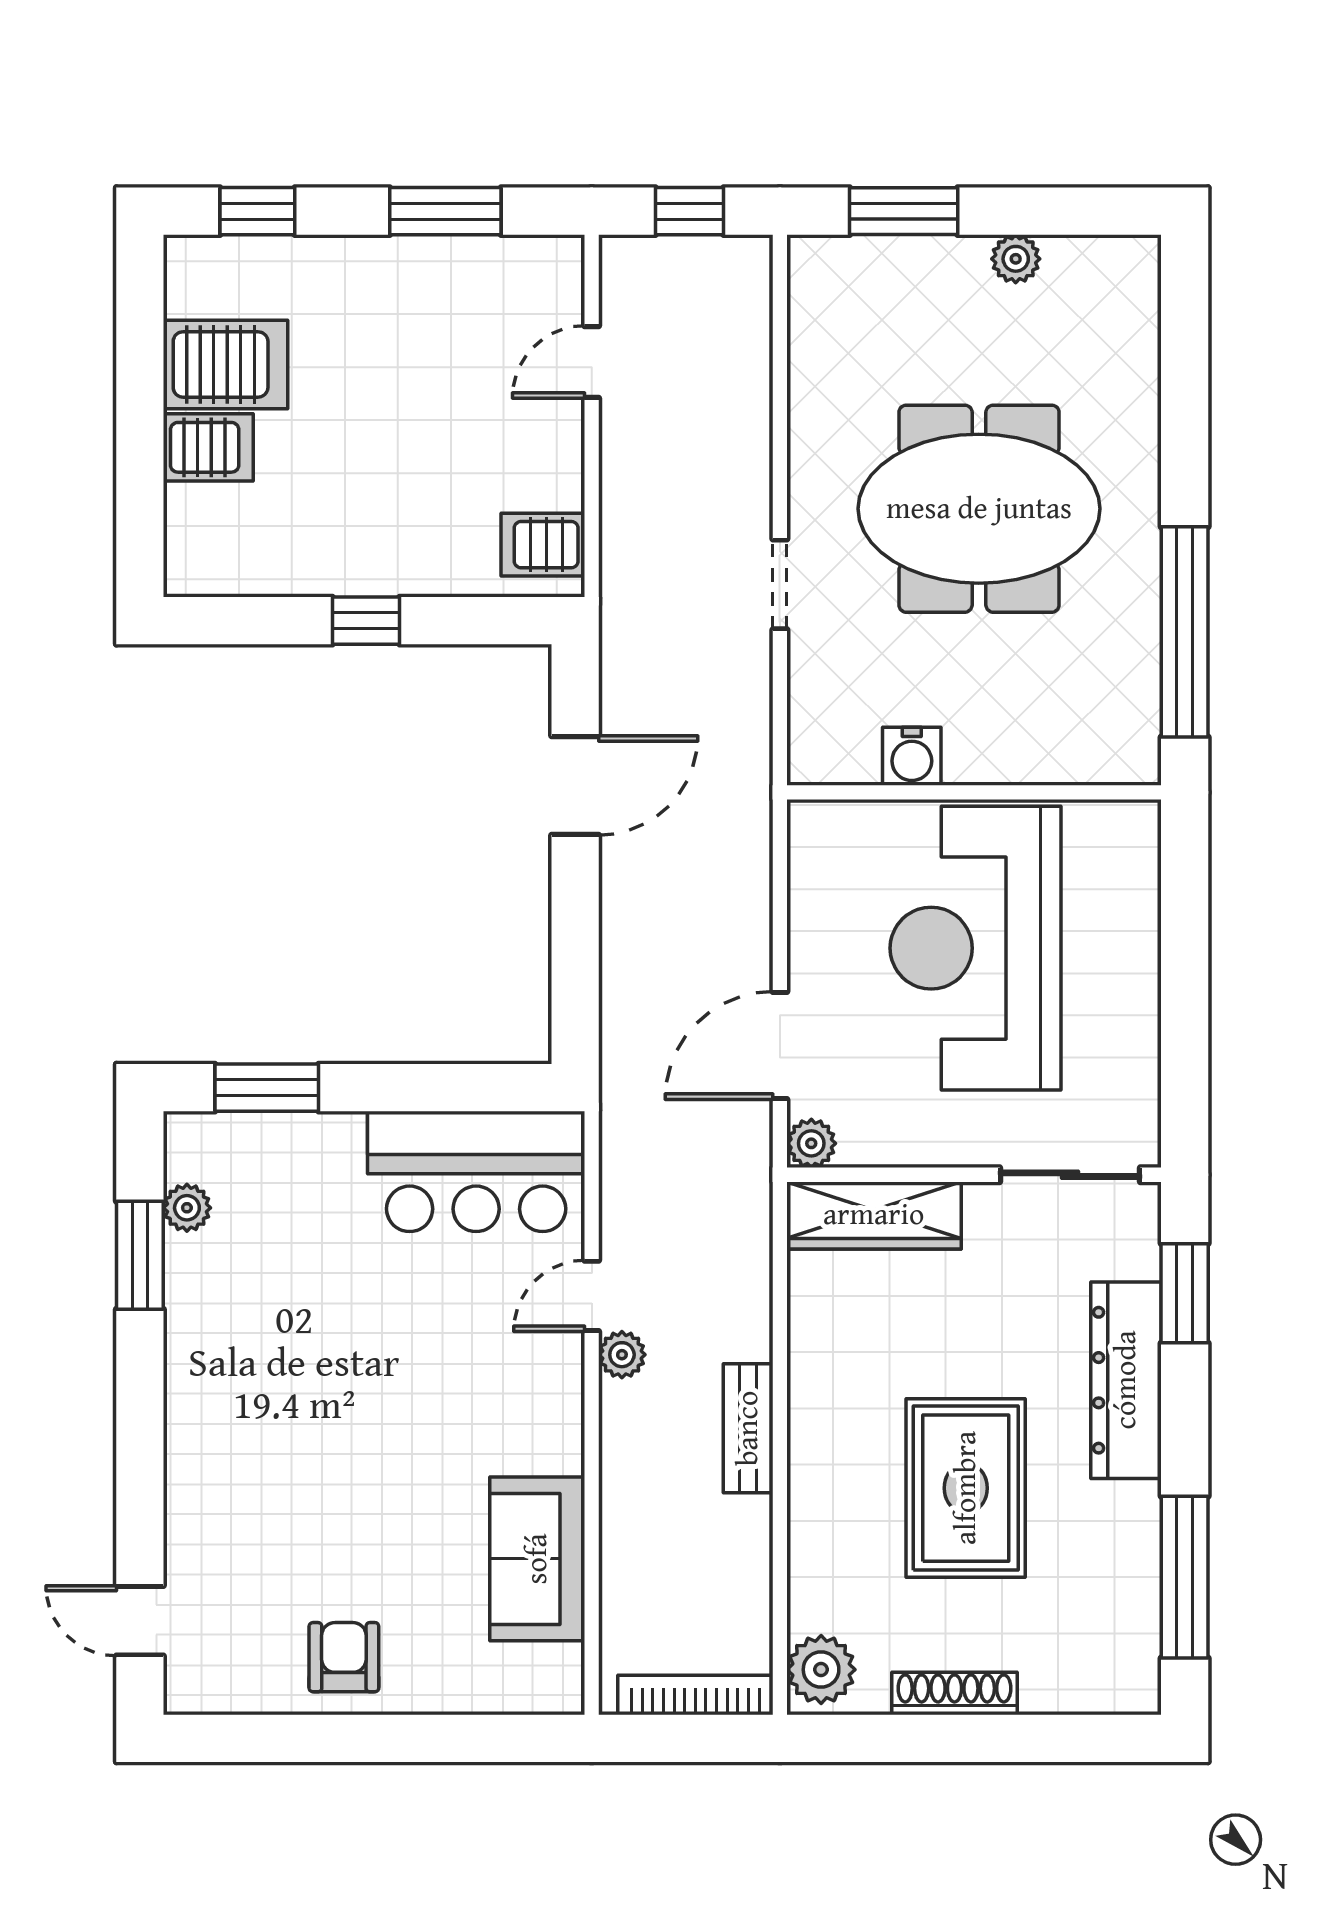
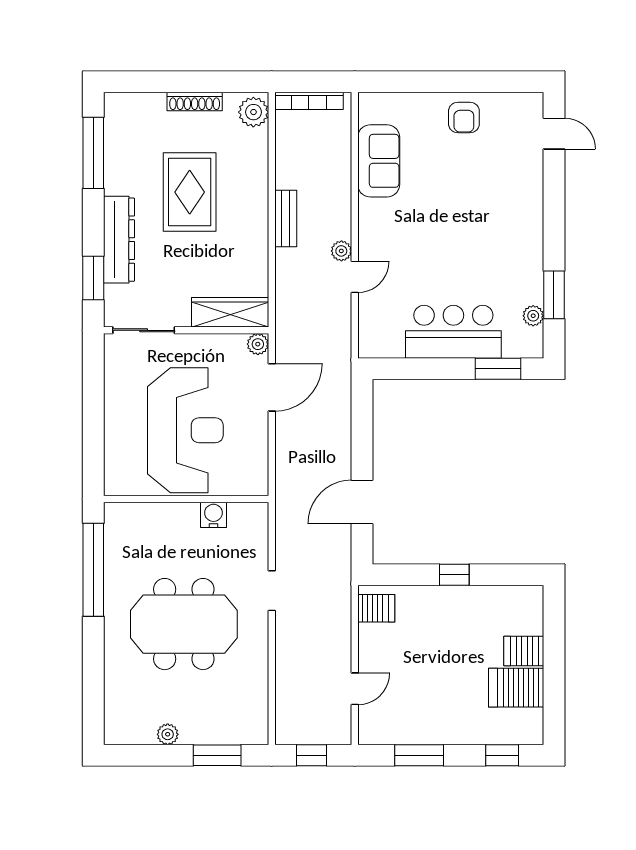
bar counter: (476, 1171) -> (453, 332), moved

